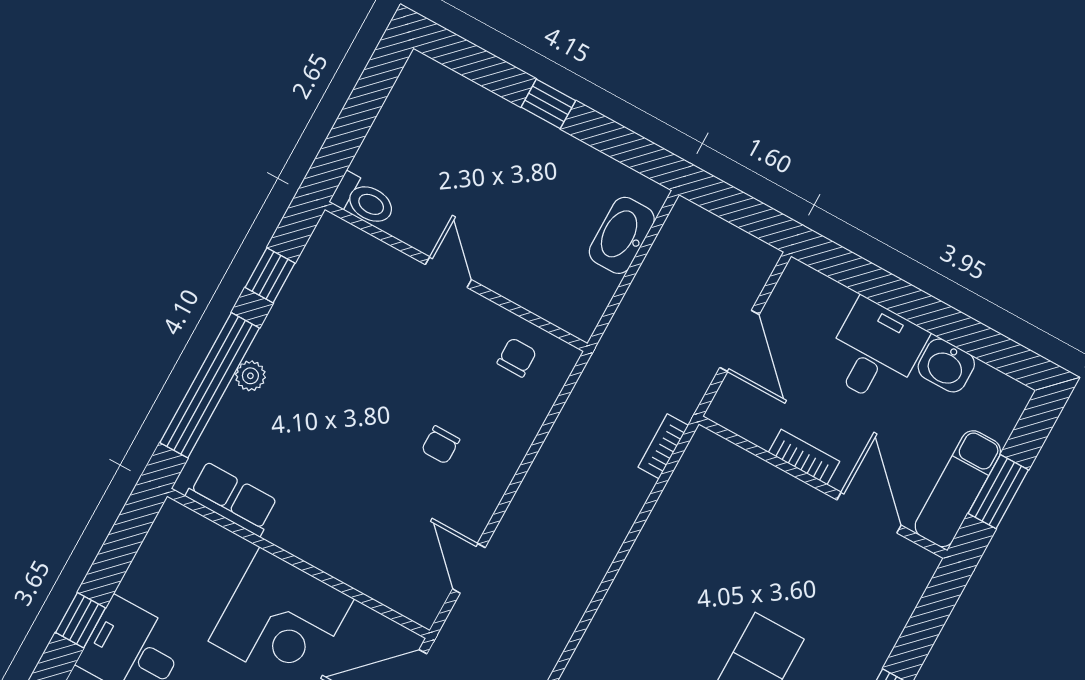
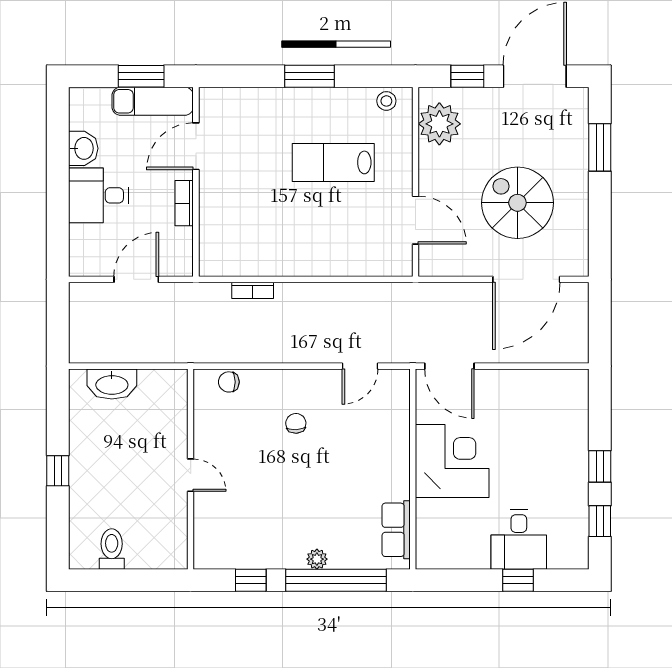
toilet: (364, 200) -> (112, 549), moved
door: (448, 272) -> (191, 475), swing flipped
chair: (517, 357) -> (229, 382), moved
chair: (441, 445) -> (296, 423), turned -93
bookcase: (663, 446) -> (253, 290), moved

